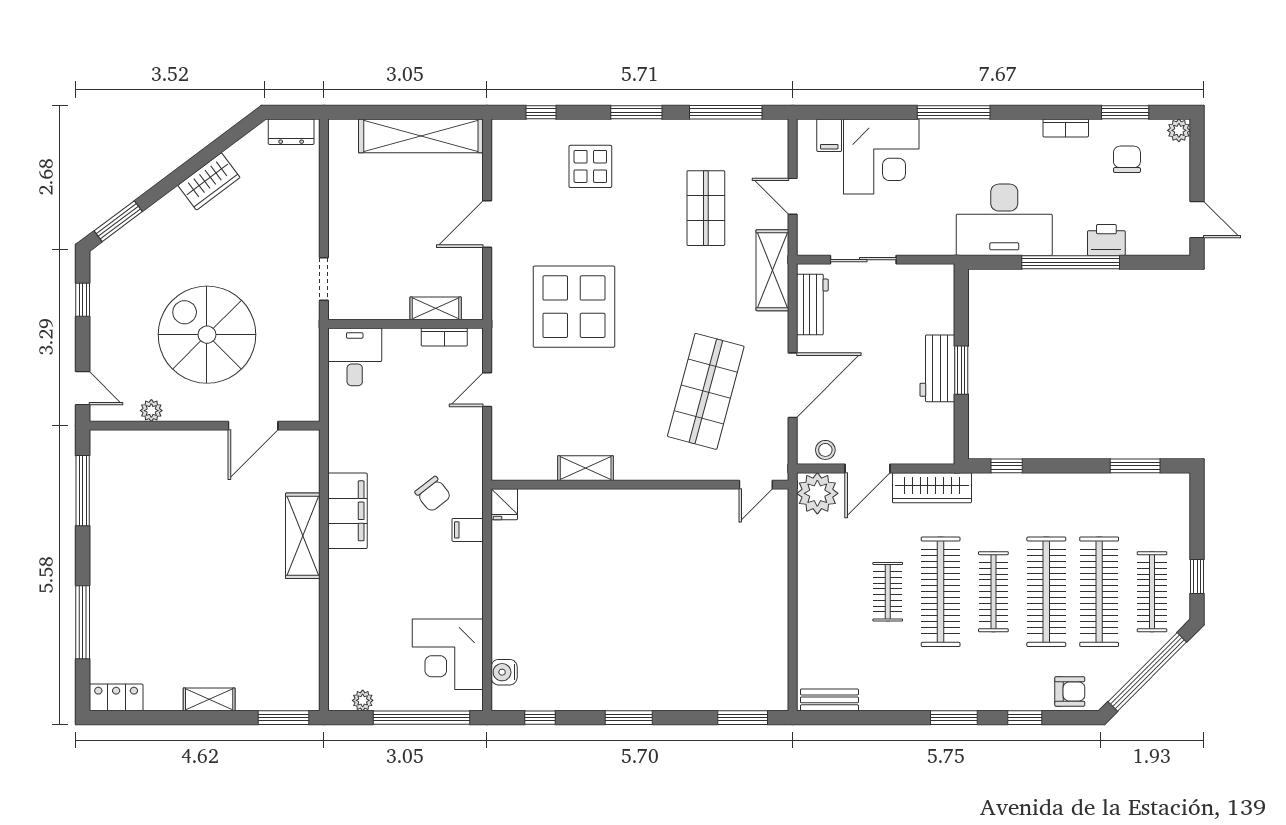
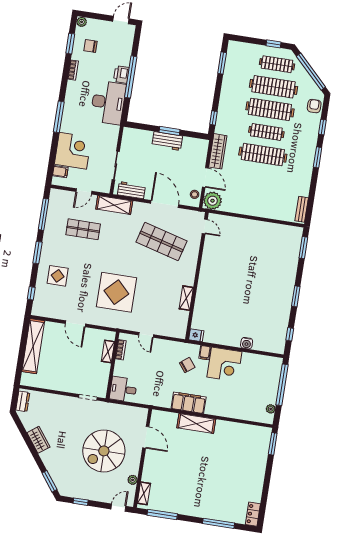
printer: (1106, 240) -> (121, 74), moved
clothes rail: (888, 592) -> (259, 177), removed
corner desk: (448, 654) -> (224, 364), moved
water cooler: (504, 672) -> (247, 343), moved
shelving: (209, 699) -> (144, 493), moved

